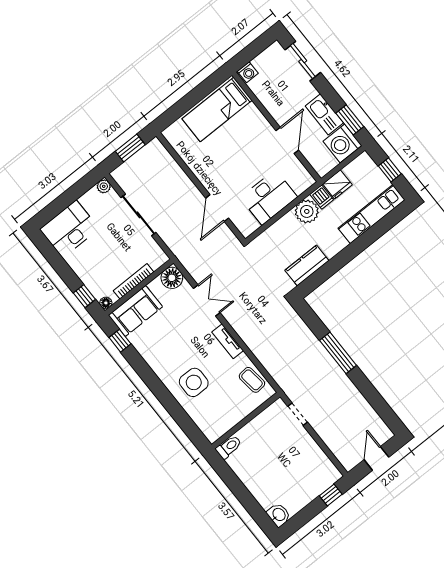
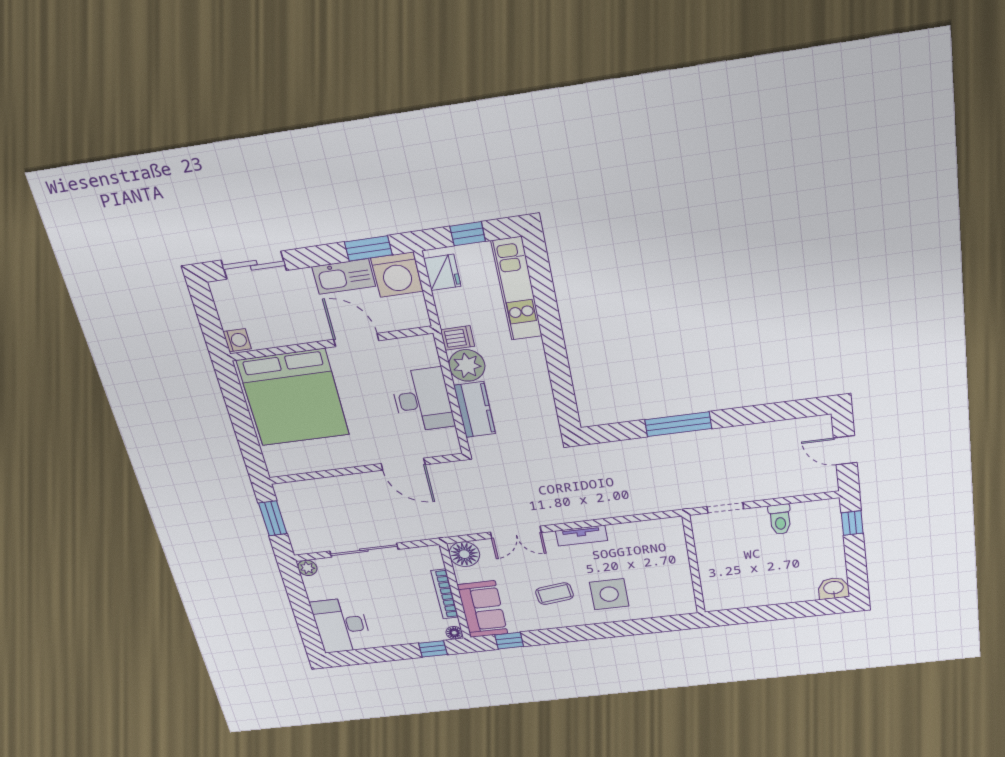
bed: (217, 109) -> (293, 398), width x2.04
fridge: (337, 184) -> (442, 272), moved
kitchen counter: (307, 265) -> (475, 410), moved, turned 180
double door: (207, 300) -> (516, 532), swing flipped
coffee table: (252, 380) -> (554, 594), moved
toilet: (229, 447) -> (780, 519), moved, turned 180

